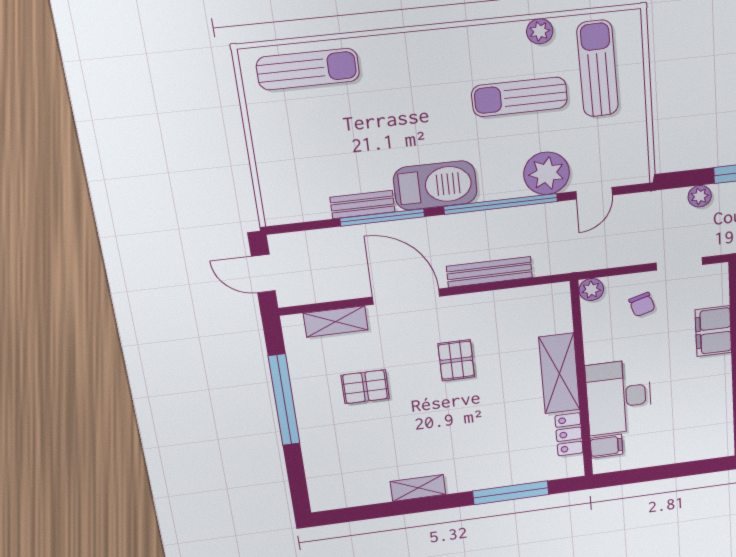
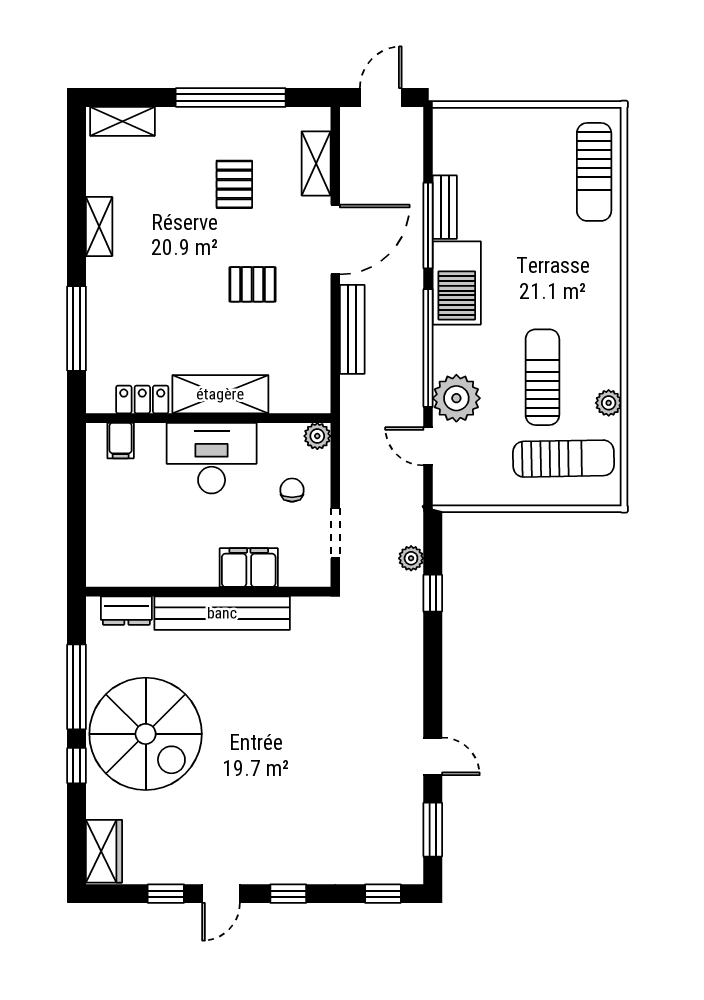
chair: (642, 304) -> (292, 490), turned 106
desk: (619, 397) -> (212, 458), moved
shelving: (320, 483) -> (123, 121), added

